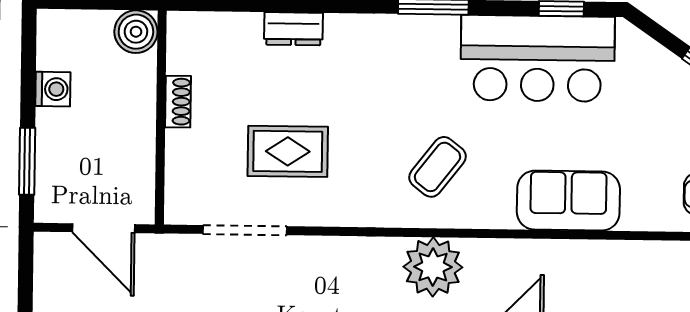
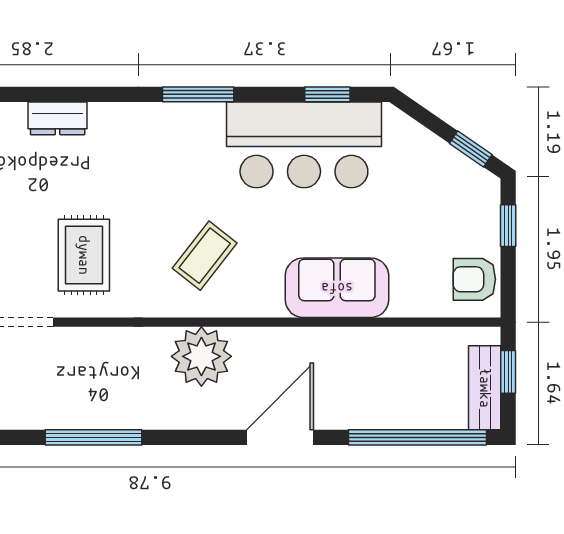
rug: (288, 151) -> (84, 255), moved, turned 90

